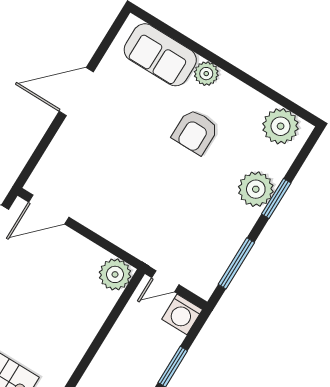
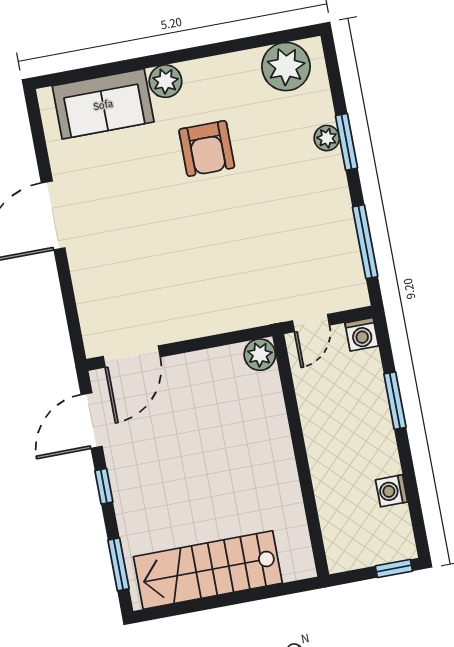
plant: (256, 189) -> (327, 138), width x0.53, depth x0.53
plant: (115, 274) -> (260, 355), width x0.73, depth x0.73
washing machine: (182, 314) -> (362, 334), width x0.73, depth x0.73

